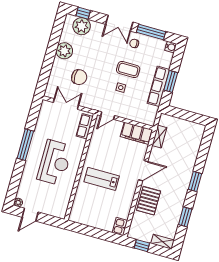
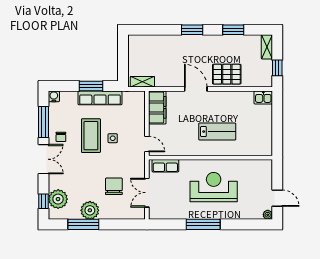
window: (54, 42) -> (83, 224), added
coffee table: (128, 70) -> (91, 136), width x1.36, depth x1.32
shelving: (159, 137) -> (142, 82), moved
lab bench: (102, 179) -> (217, 132), turned -90

